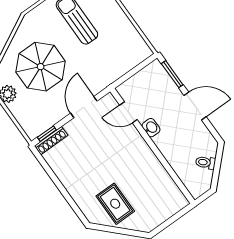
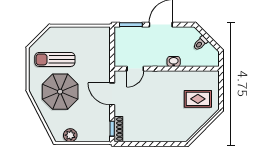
parasol: (41, 67) -> (60, 92), moved
washbasin: (151, 128) -> (174, 62), moved
rug: (115, 204) -> (198, 99), moved

